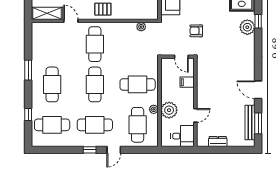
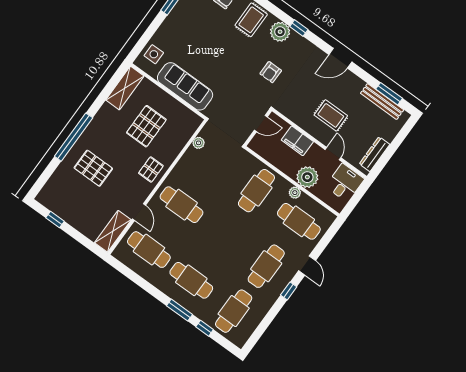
door: (71, 21) -> (139, 212), swing flipped
window: (258, 21) -> (299, 28), moved
armchair: (196, 31) -> (271, 72), moved
window: (28, 70) -> (180, 310), moved
filing cabinet: (187, 82) -> (297, 141), width x2.00
cafe table: (95, 84) -> (149, 250), moved
door: (258, 90) -> (340, 58), moved
rug: (218, 97) -> (331, 115), added
dresser: (218, 142) -> (374, 154), width x1.44

